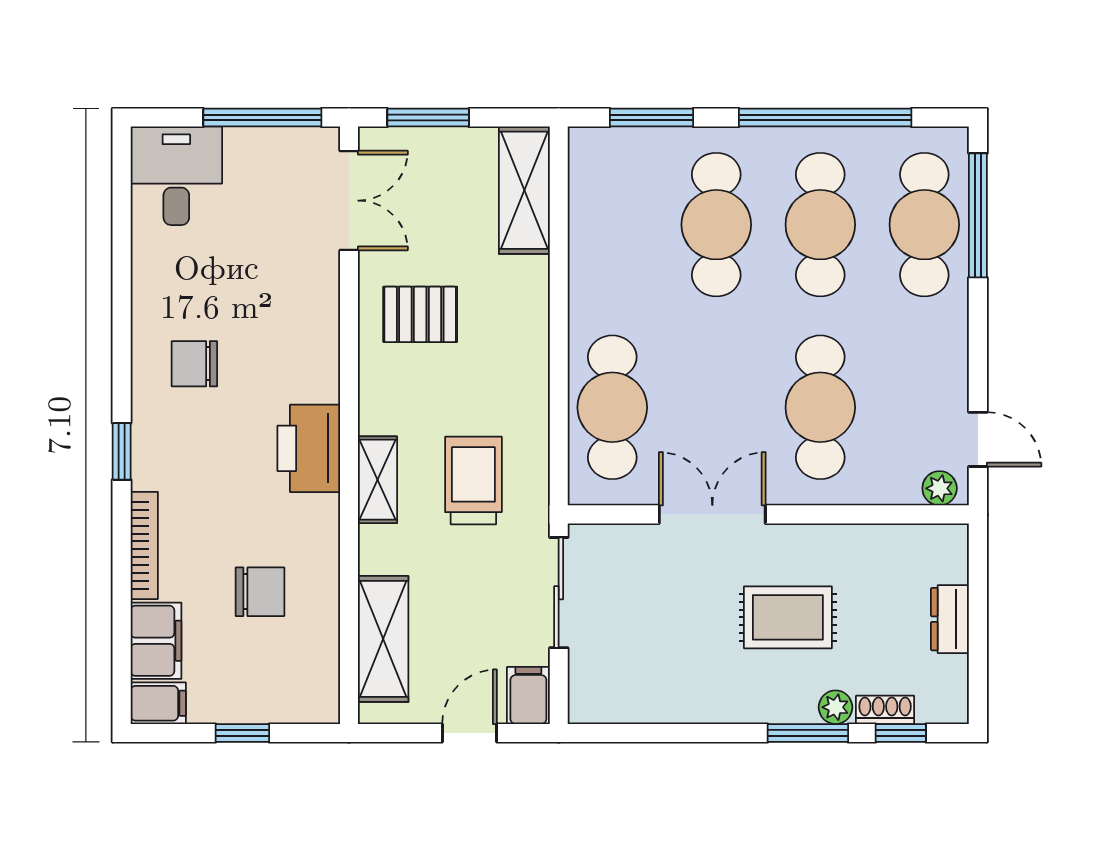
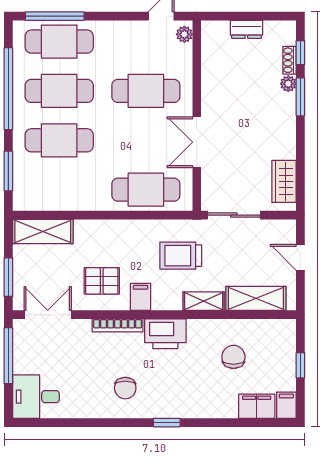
pallet: (420, 314) -> (102, 281), turned 90
shelving: (378, 480) -> (204, 301), moved
bookcase: (144, 545) -> (117, 325), moved, turned 180
rug: (788, 617) -> (246, 106), removed
filing cabinet: (528, 696) -> (141, 297), moved, turned 90
wardrobe: (630, 698) -> (284, 181), added

